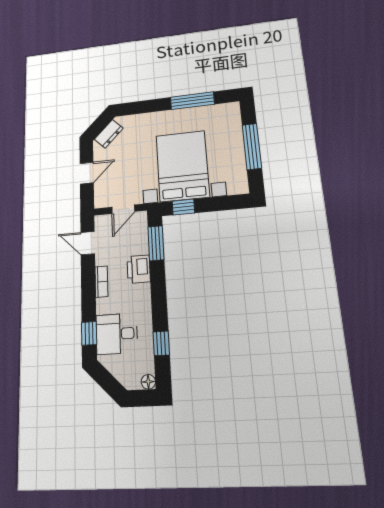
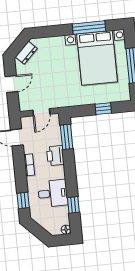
bed with nightstands: (182, 166) -> (97, 58), moved, turned 180
window: (183, 207) -> (103, 109), moved
desk: (117, 334) -> (53, 193), moved, turned 180

